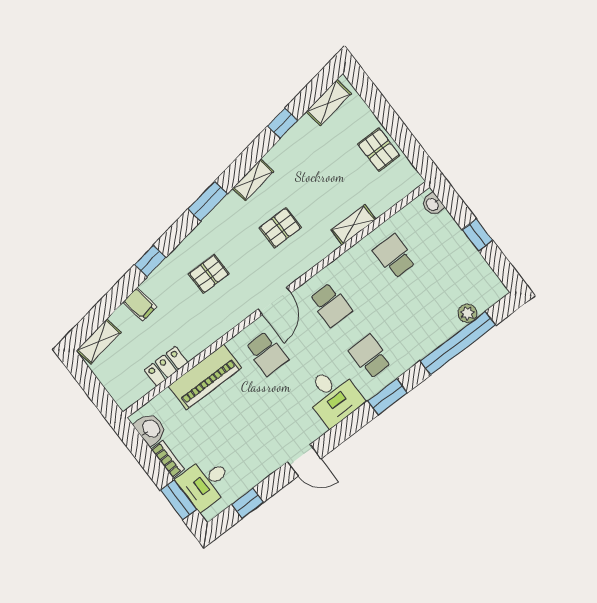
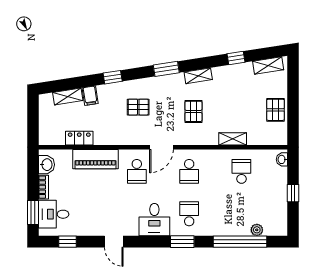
pallet: (280, 228) -> (193, 111), turned 90
shelving: (99, 341) -> (68, 97), moved

